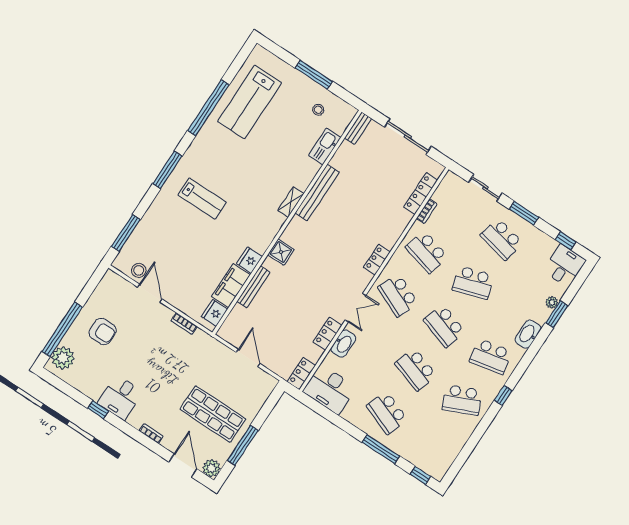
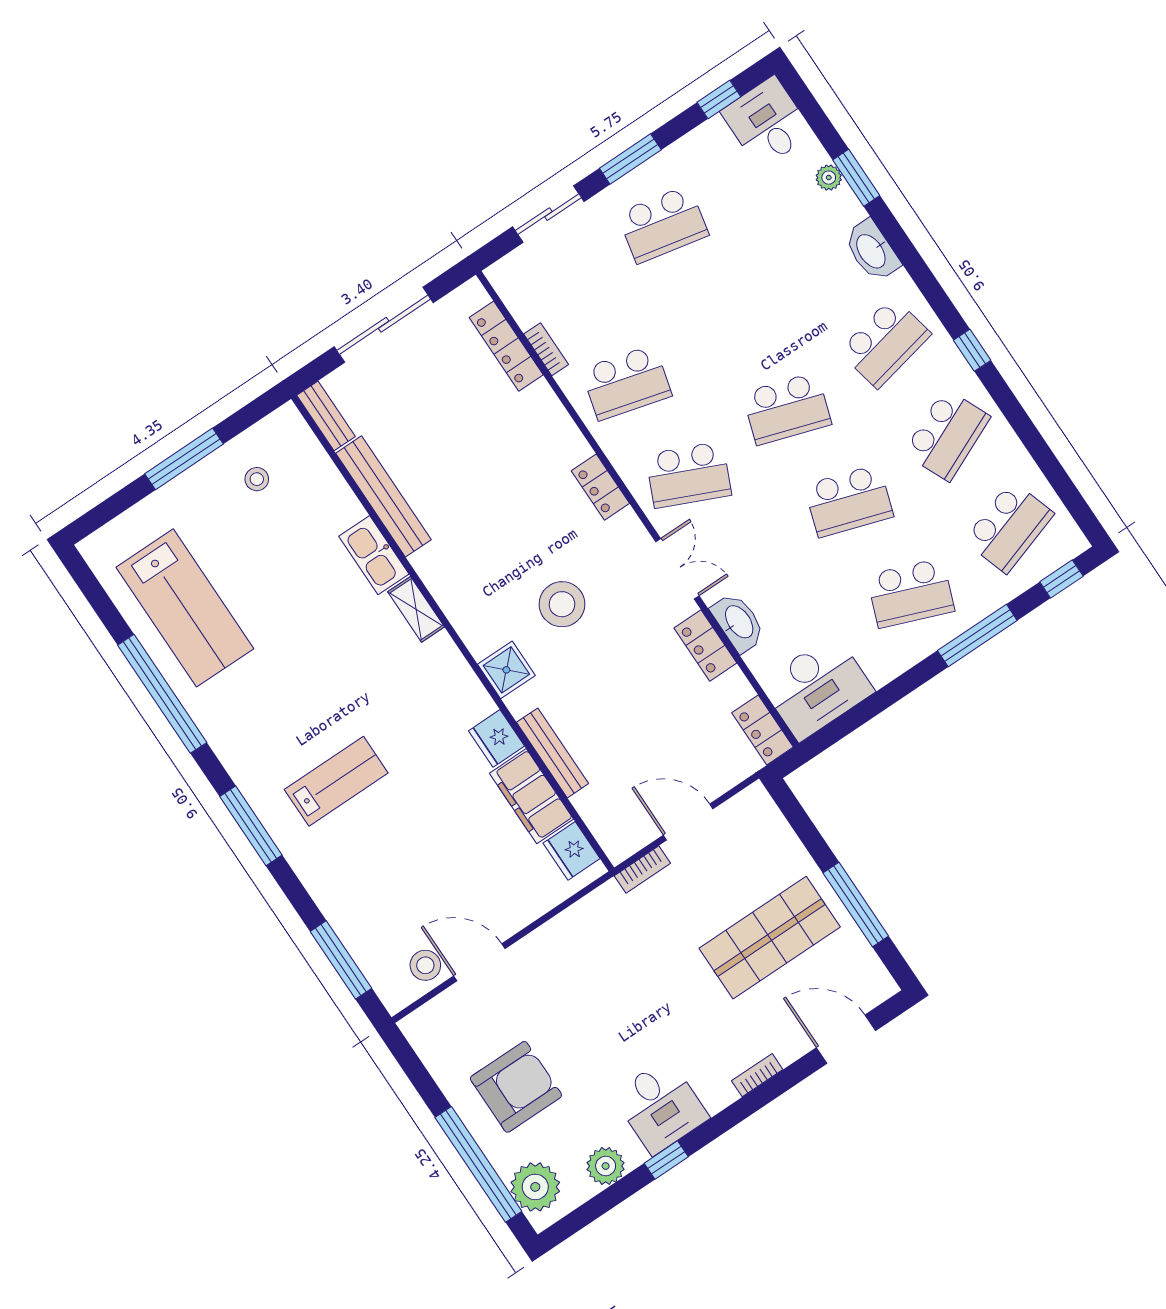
kitchen sink: (325, 146) -> (374, 555), moved
bench: (317, 193) -> (383, 496), moved
stool: (319, 264) -> (562, 604), added
school desk: (473, 283) -> (1009, 527), moved
bookcase: (184, 324) -> (642, 870), moved
armchair: (103, 331) -> (516, 1087), width x1.36, depth x1.36
plant: (211, 468) -> (606, 1166), moved

